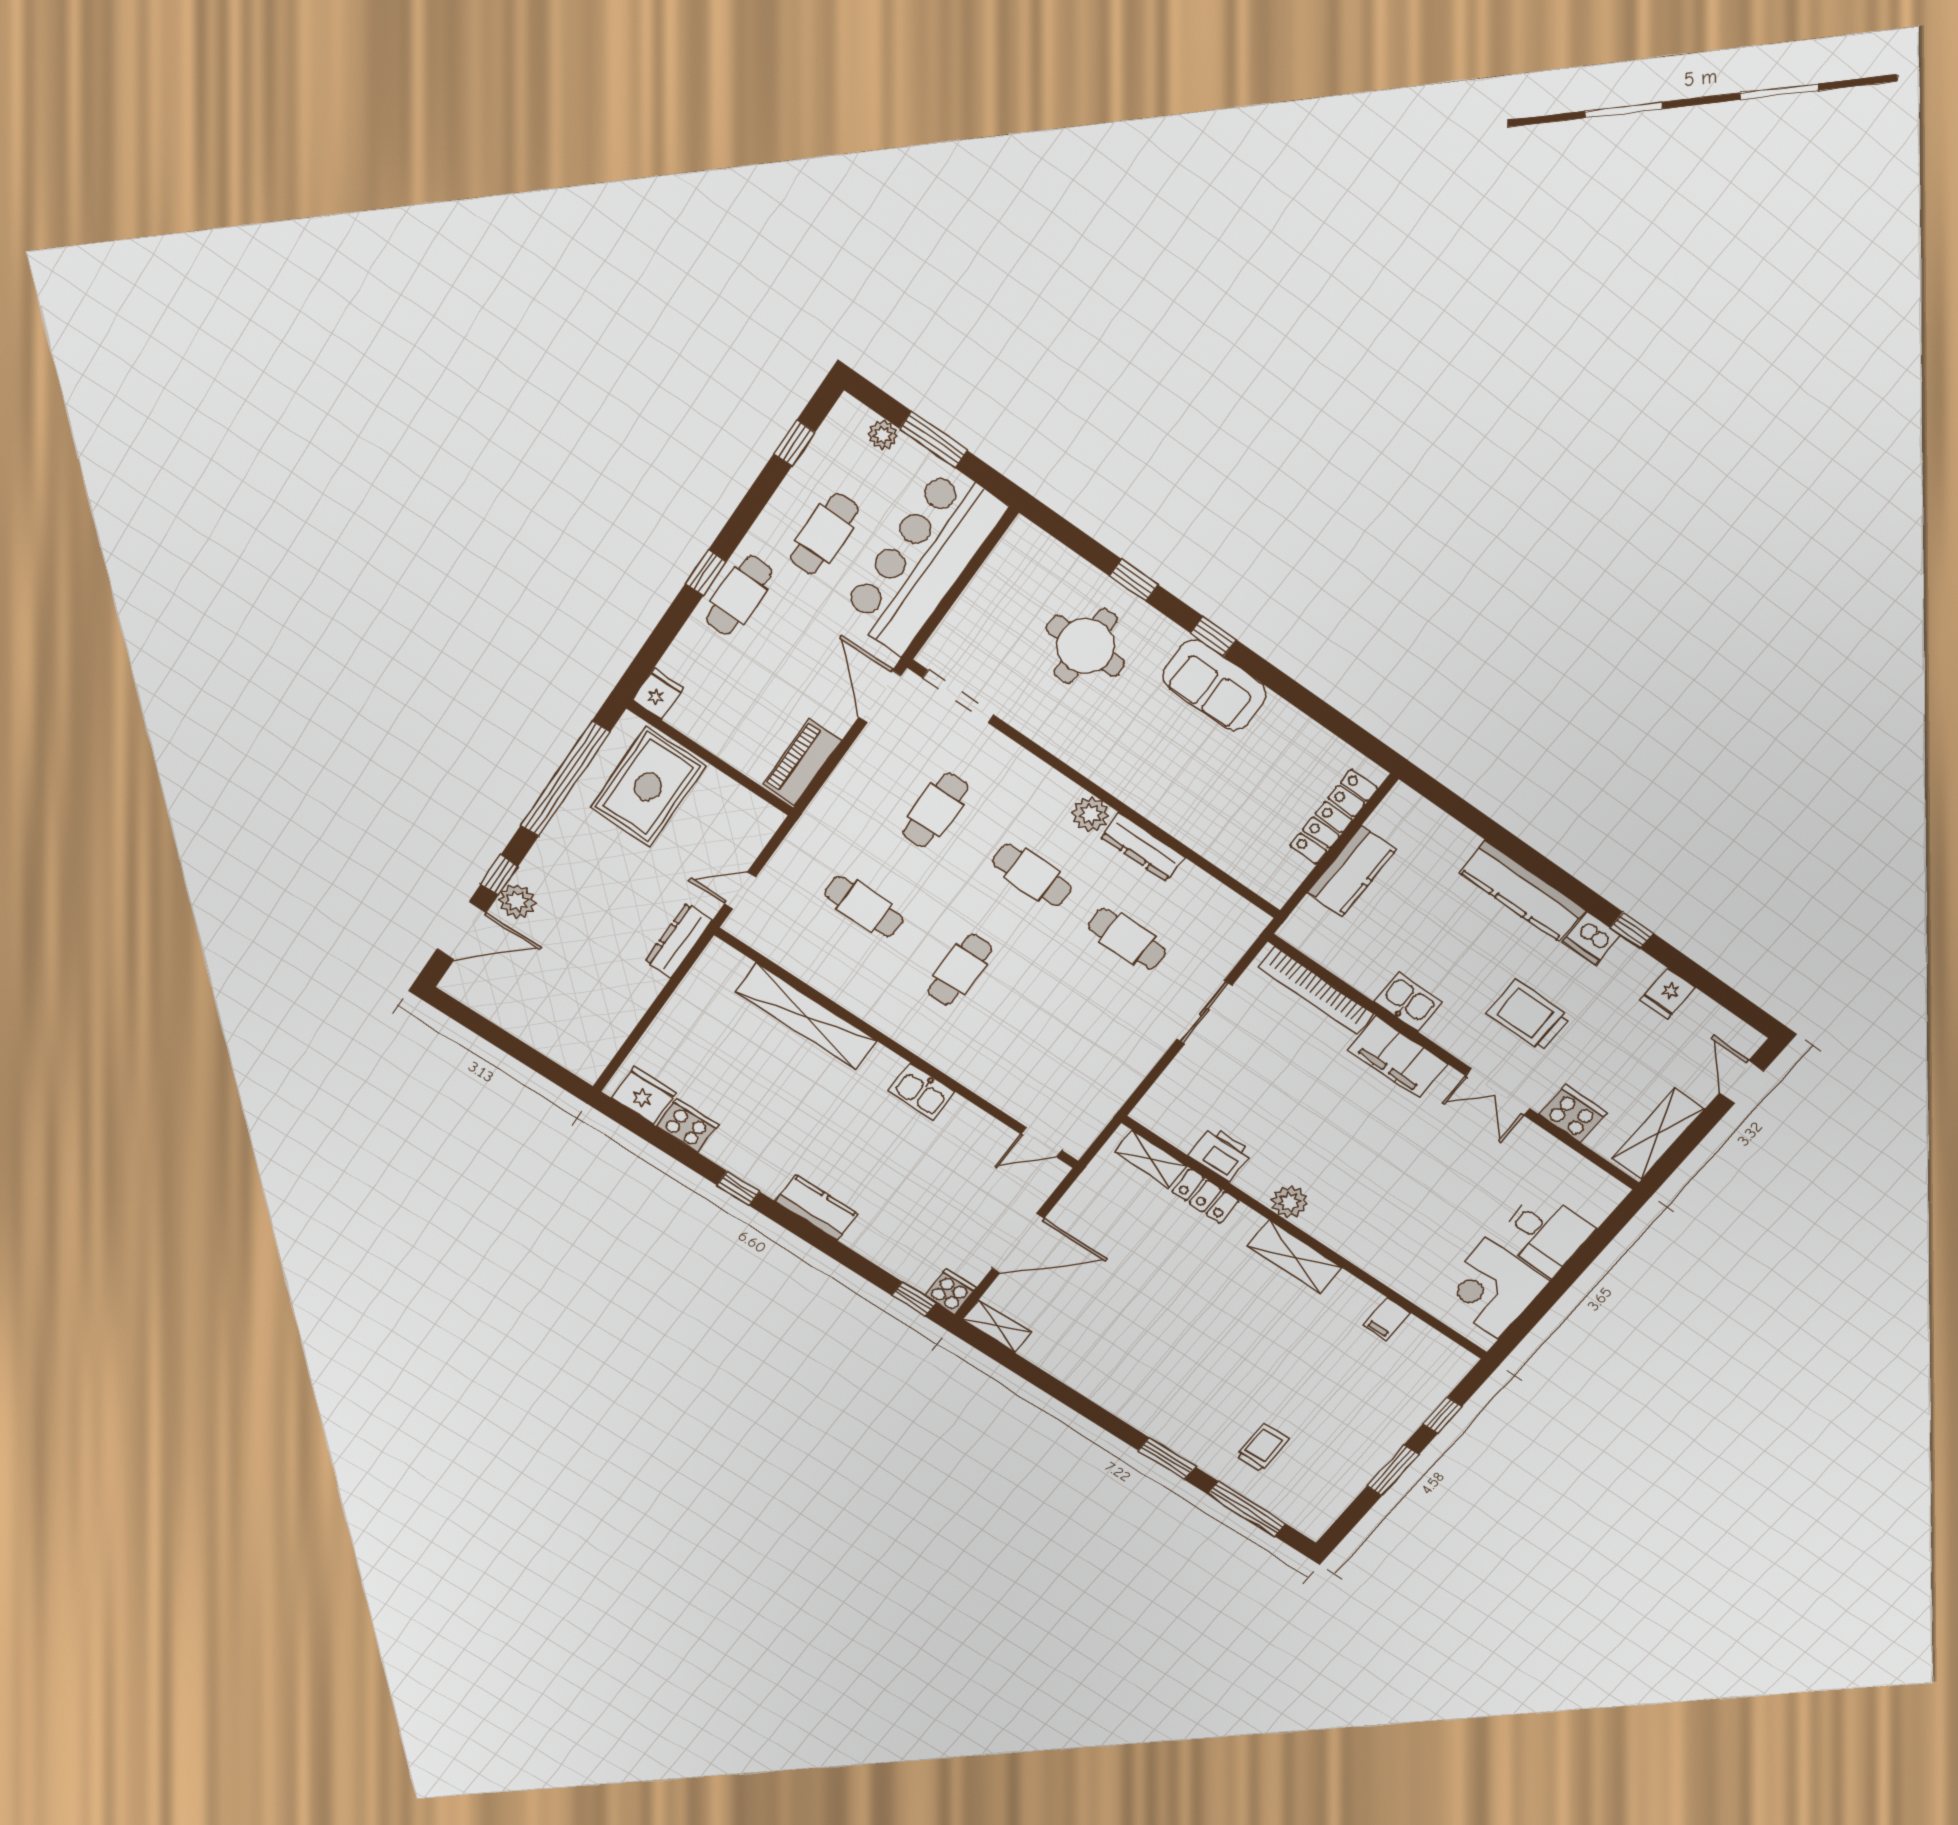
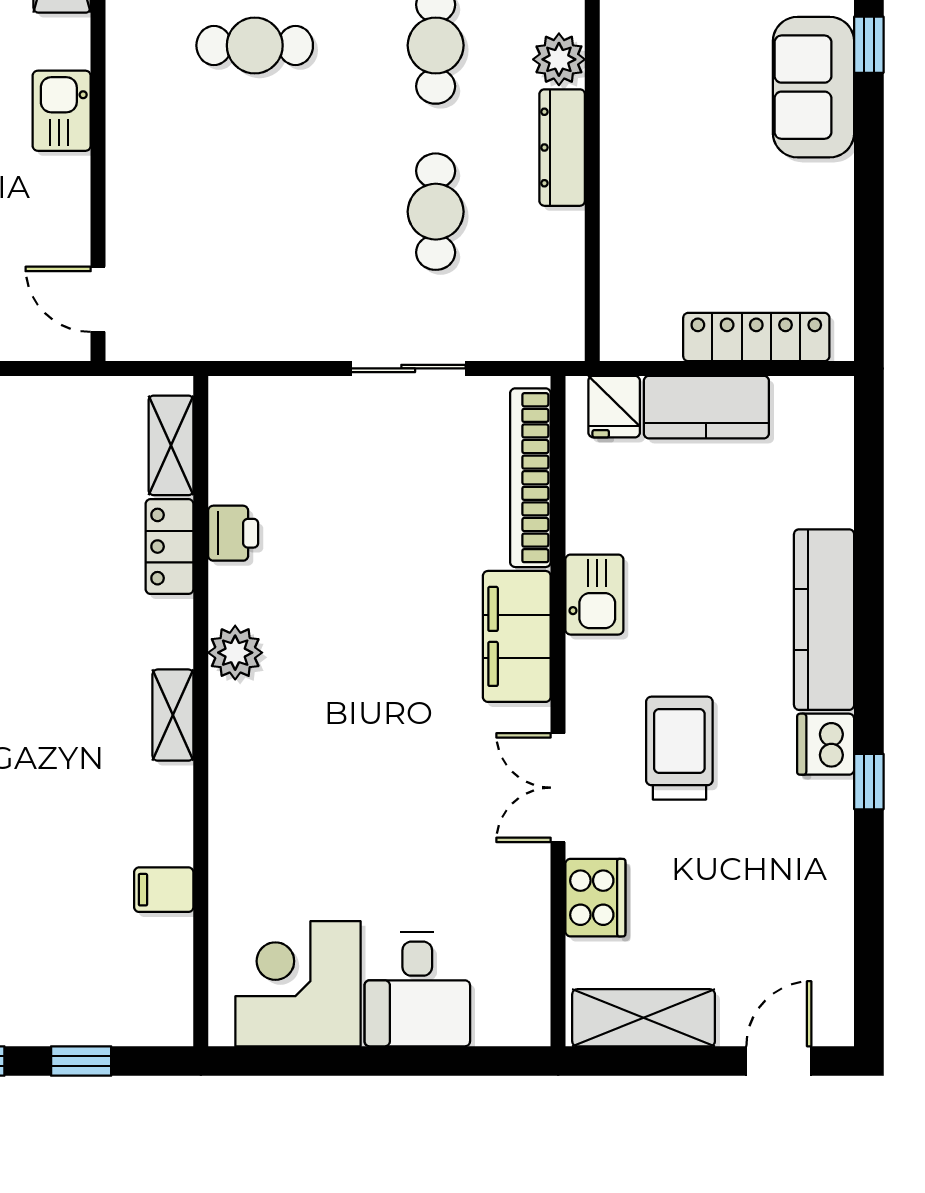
fridge: (1668, 994) -> (614, 407), moved, turned -90
printer: (1221, 1154) -> (233, 533), width x0.73, depth x0.81
shelving: (1295, 1257) -> (173, 715), width x0.67, depth x0.75

